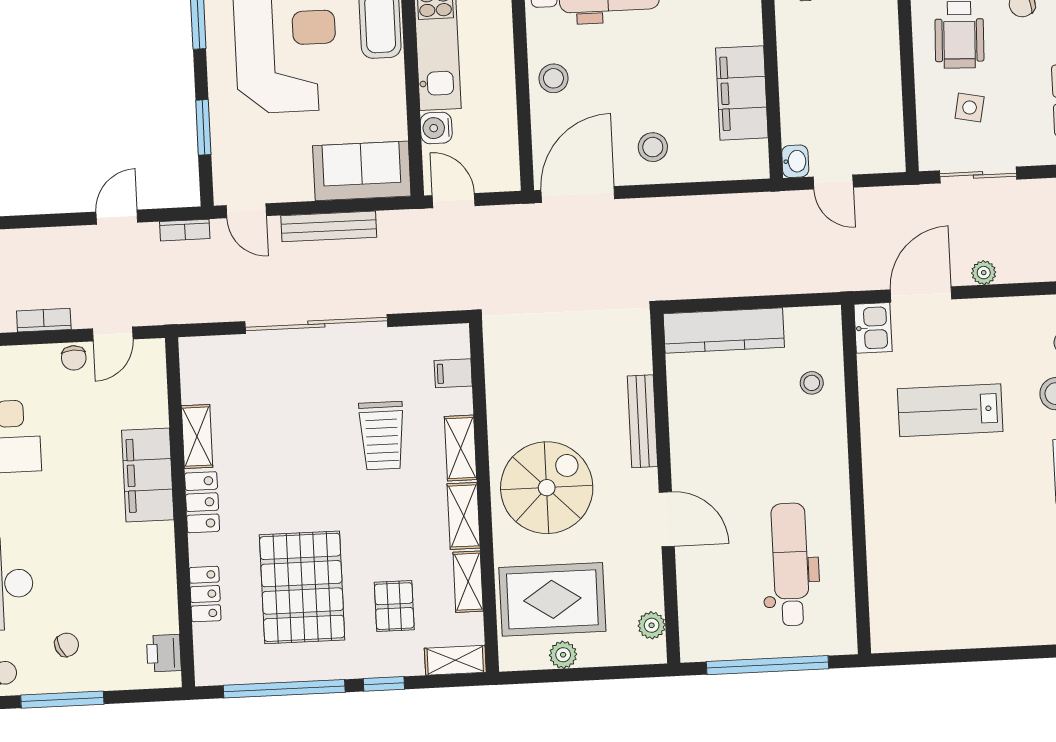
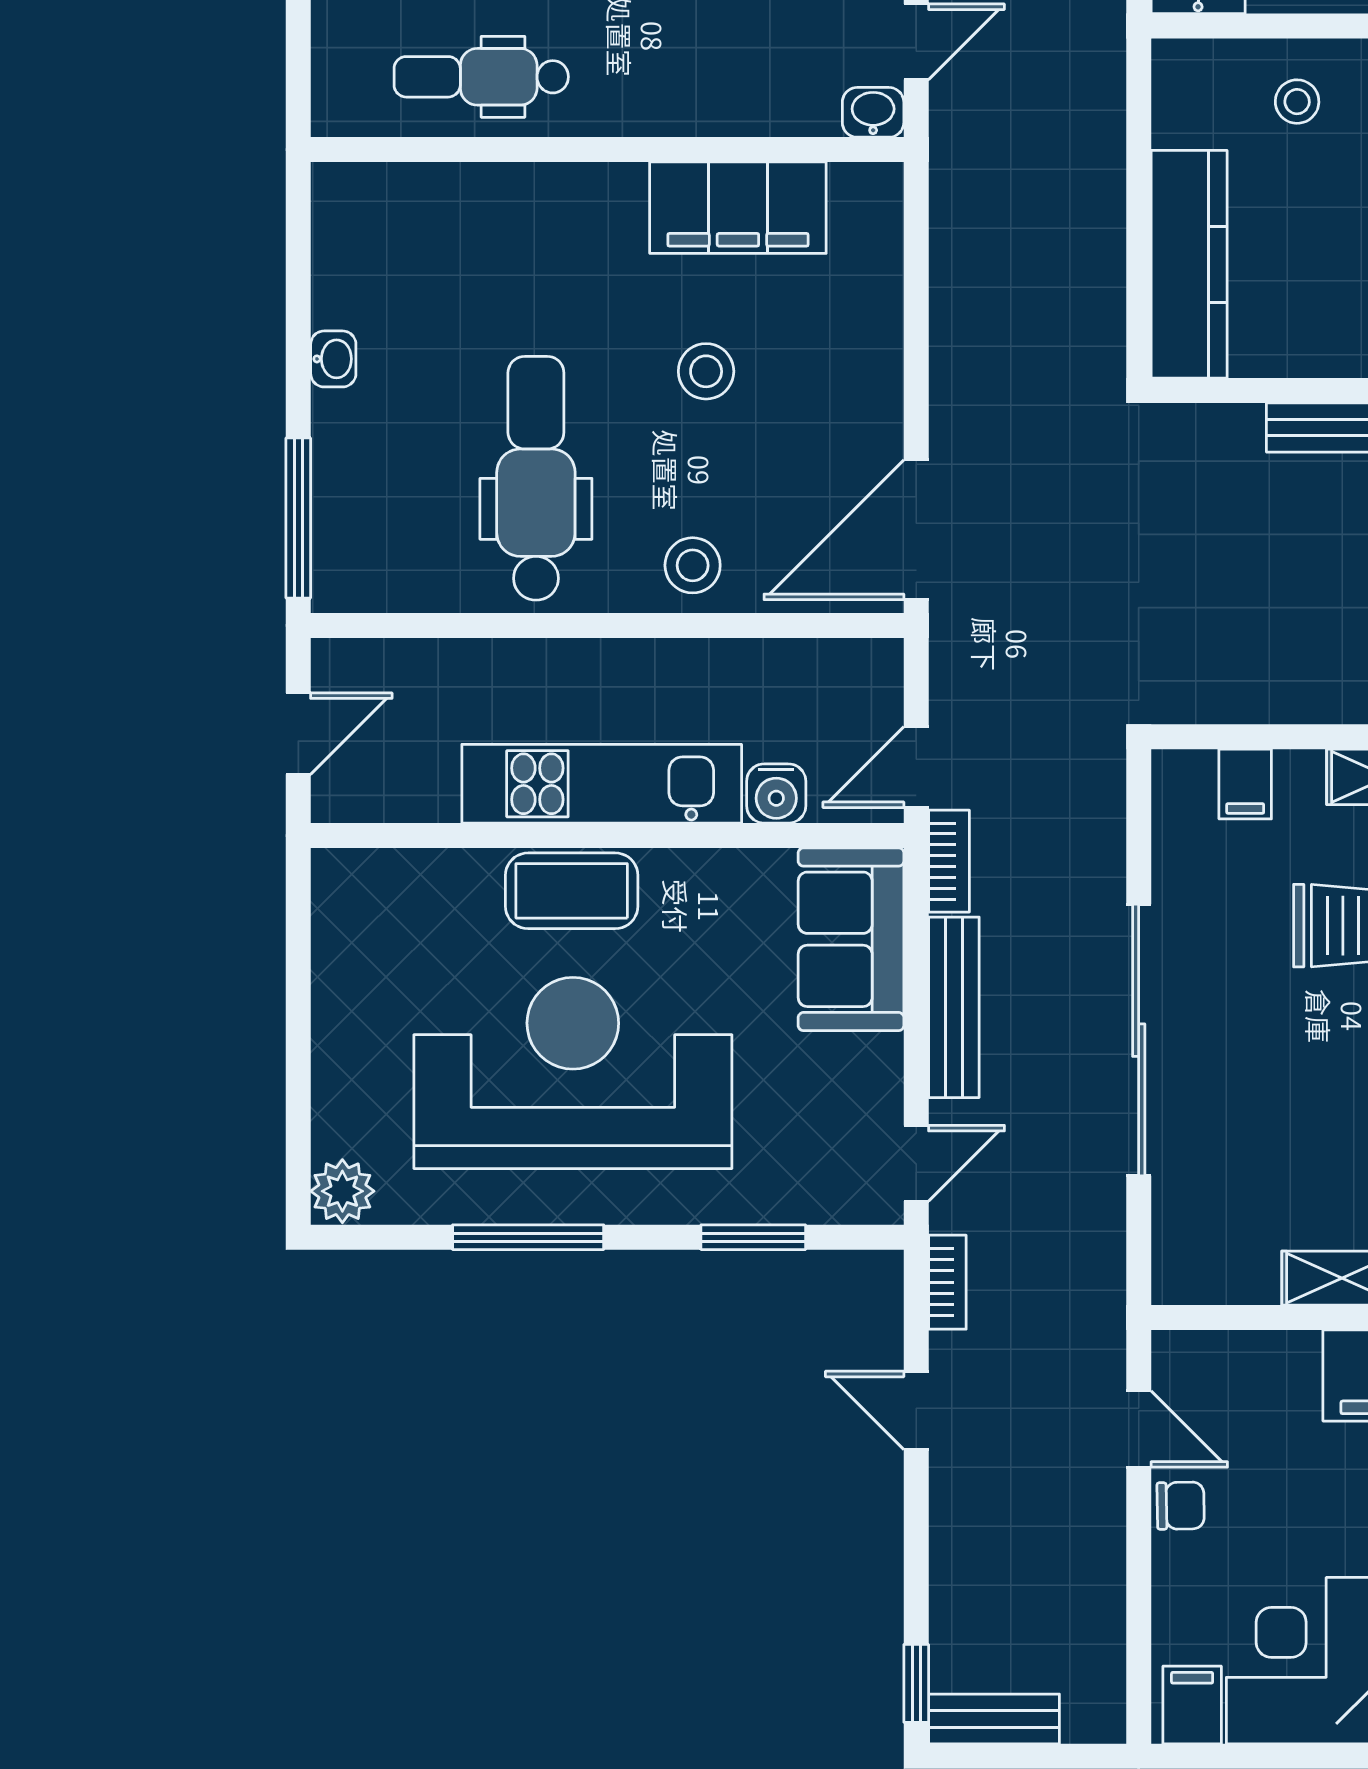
stool: (653, 147) -> (706, 371), moved
door: (578, 195) -> (916, 530), hinge flipped
bookcase: (44, 320) -> (949, 861), moved, turned 180

